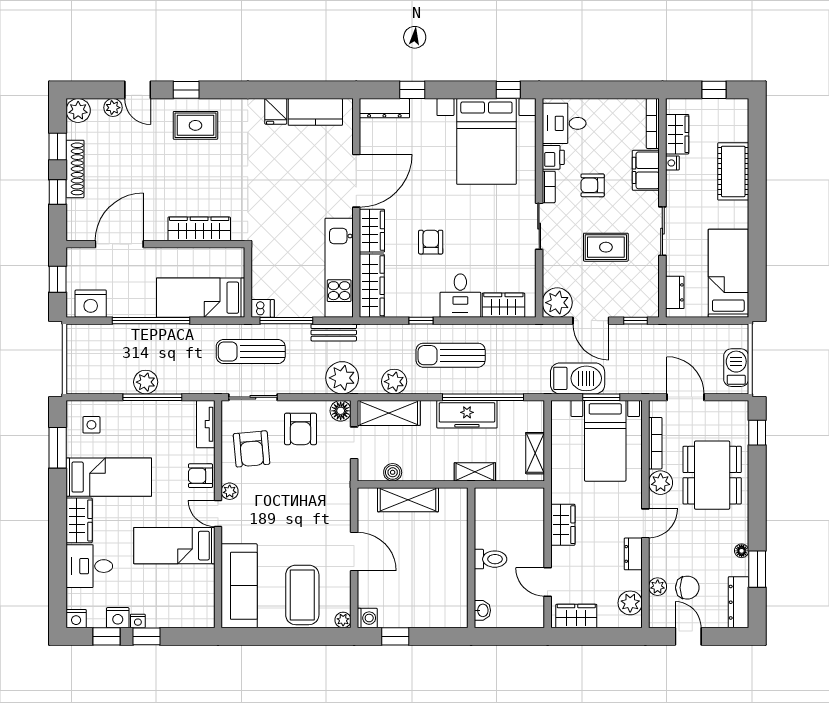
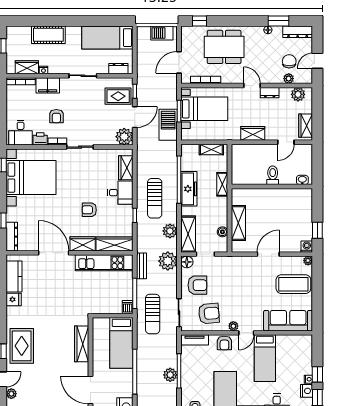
rug: (195, 125) -> (22, 346), width x1.36, depth x1.43
rug: (606, 247) -> (118, 96), moved, turned 90
plant: (661, 483) -> (228, 77), removed

